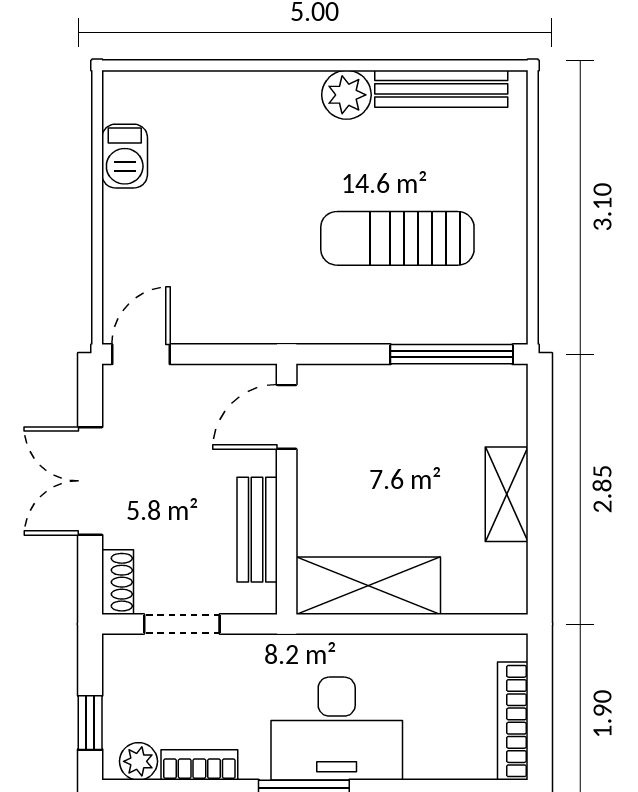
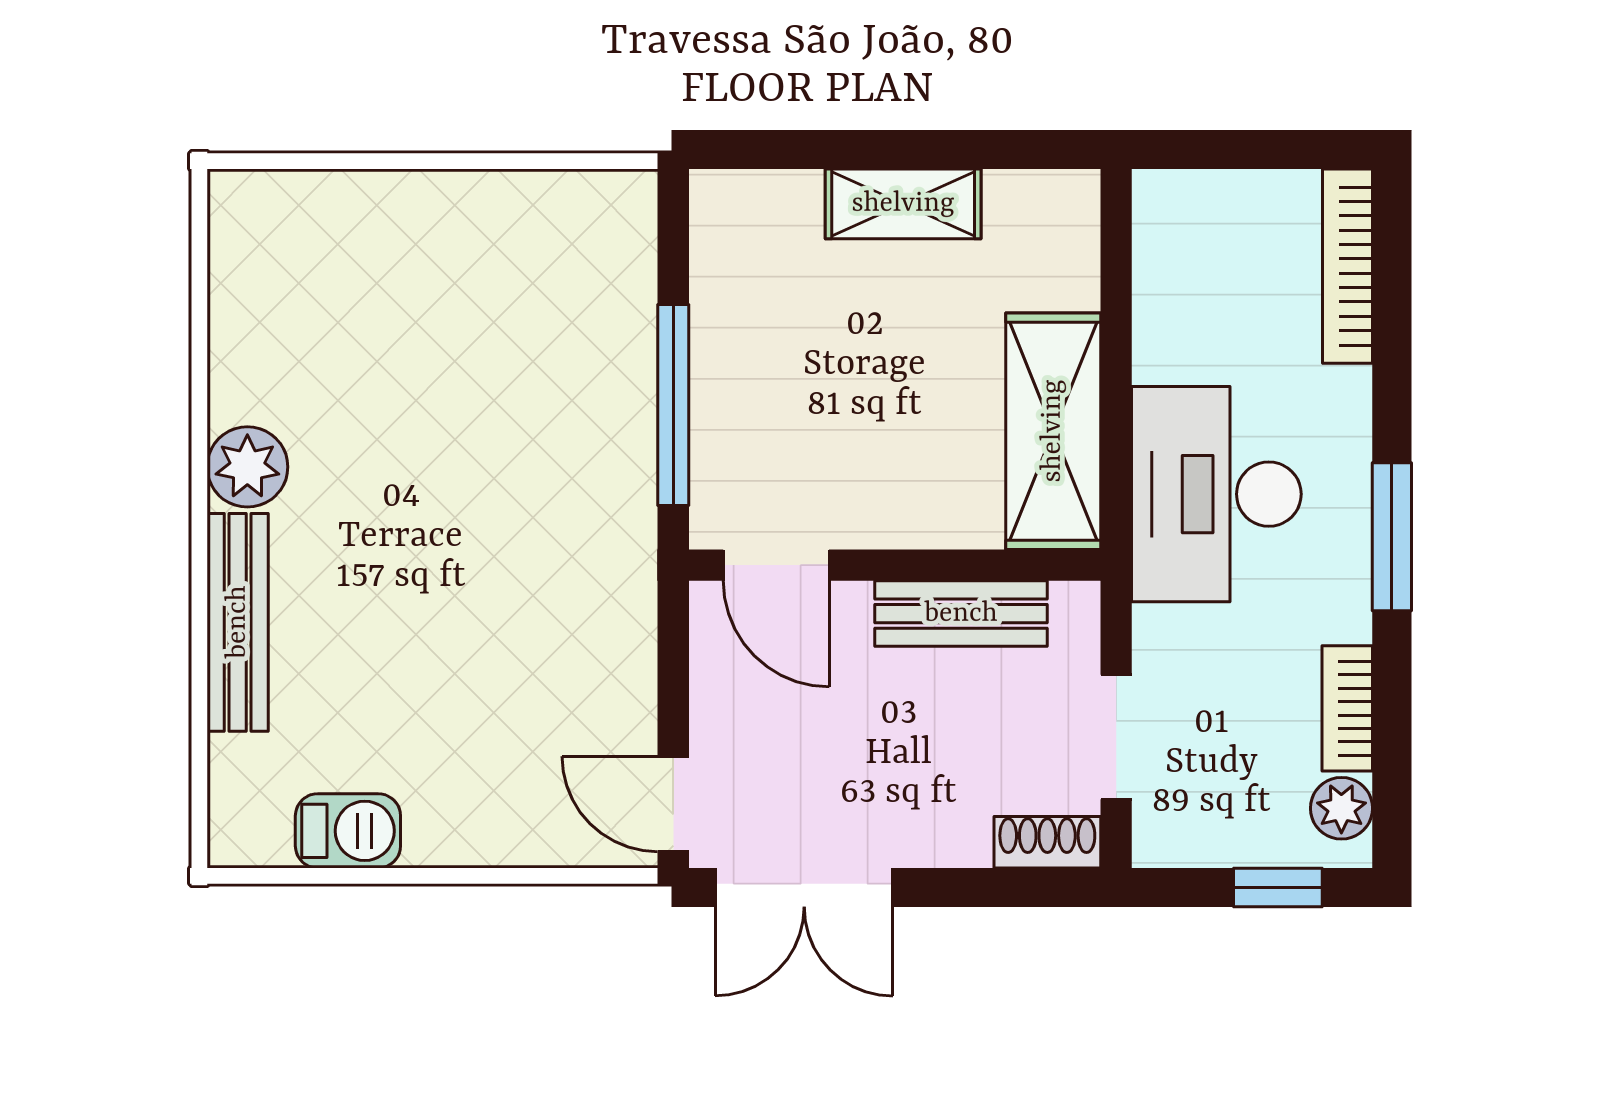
bench: (441, 89) -> (238, 622), moved
sun lounger: (397, 238) -> (483, 383), removed
window: (452, 354) -> (673, 405), moved
double door: (90, 481) -> (804, 888), moved
bookcase: (513, 721) -> (1348, 266), moved, turned 90
desk: (337, 729) -> (1216, 494), moved, turned 180

